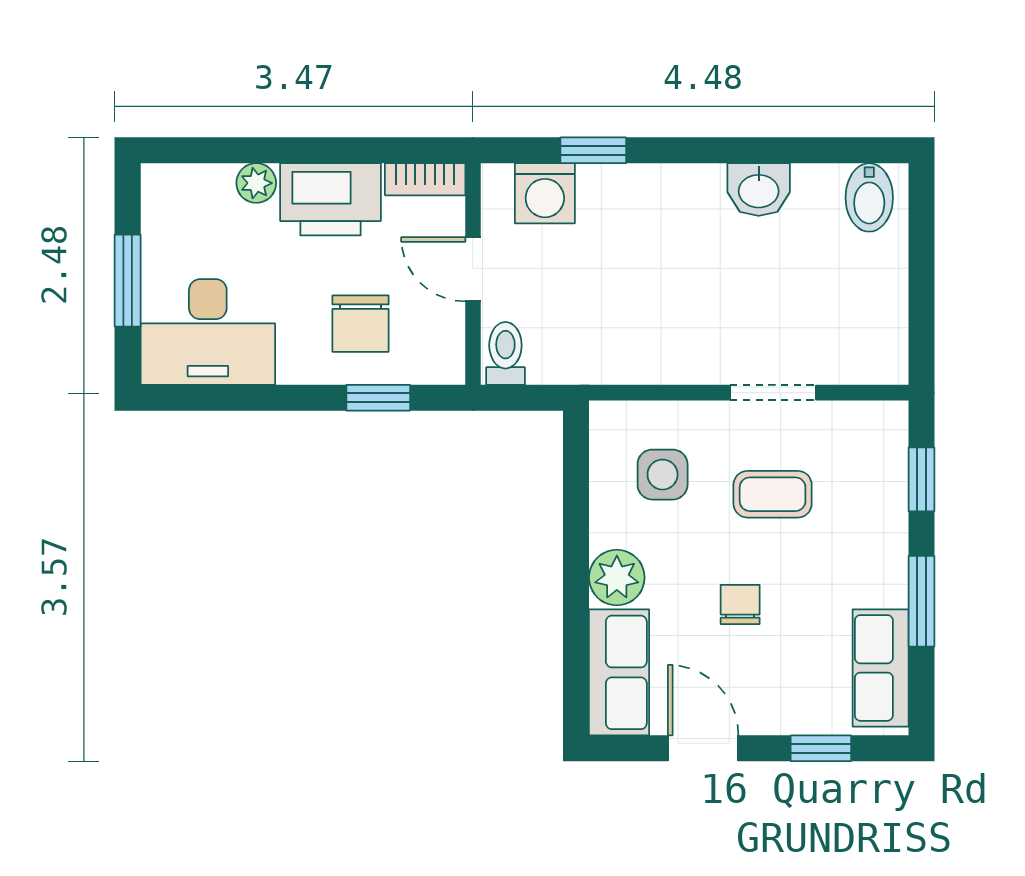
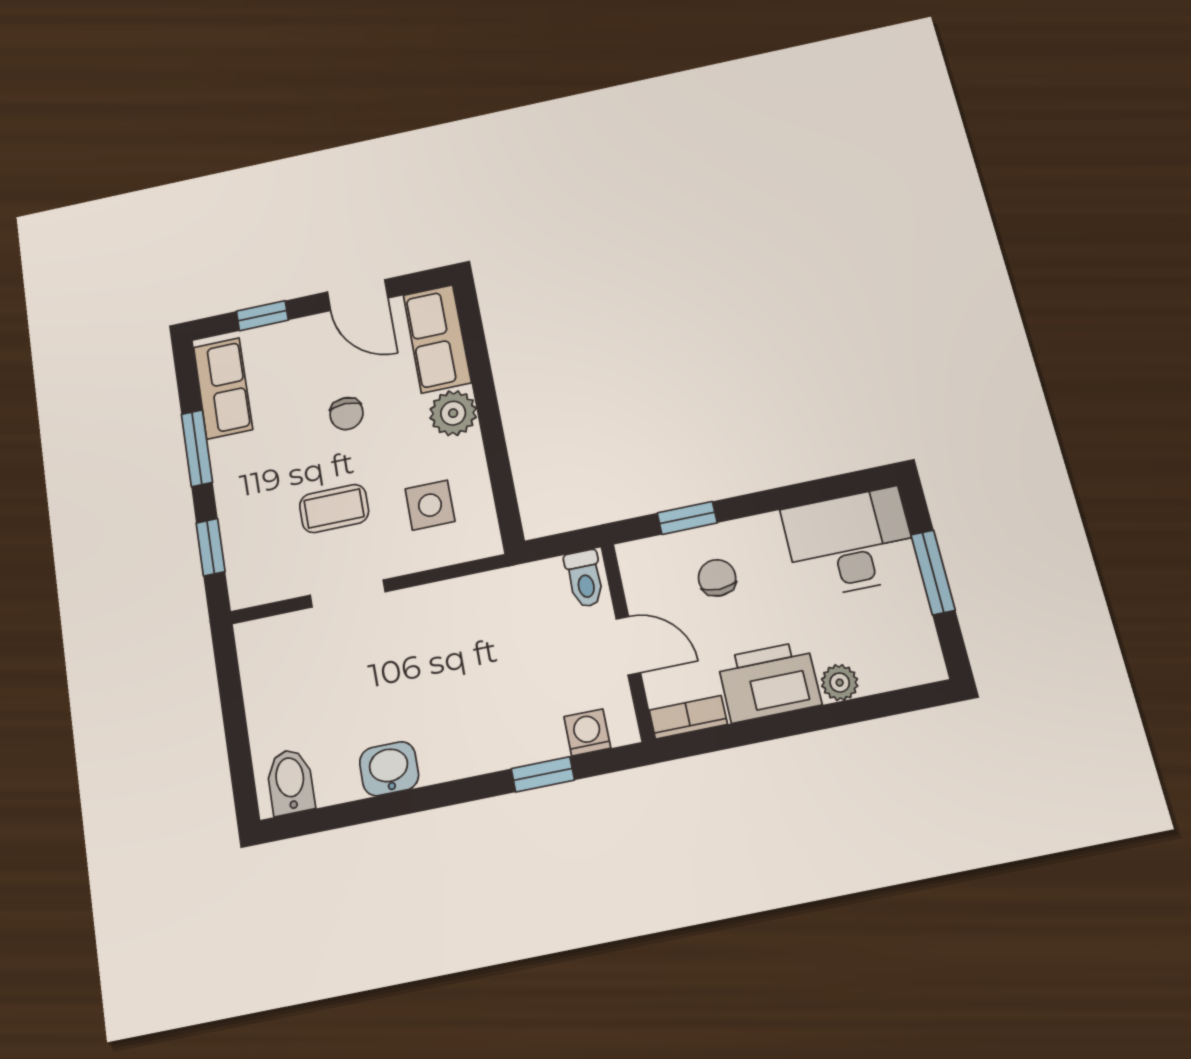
washing machine: (545, 193) -> (587, 732), width x0.73, depth x0.73
chair: (361, 324) -> (717, 578), width x0.73, depth x0.73

